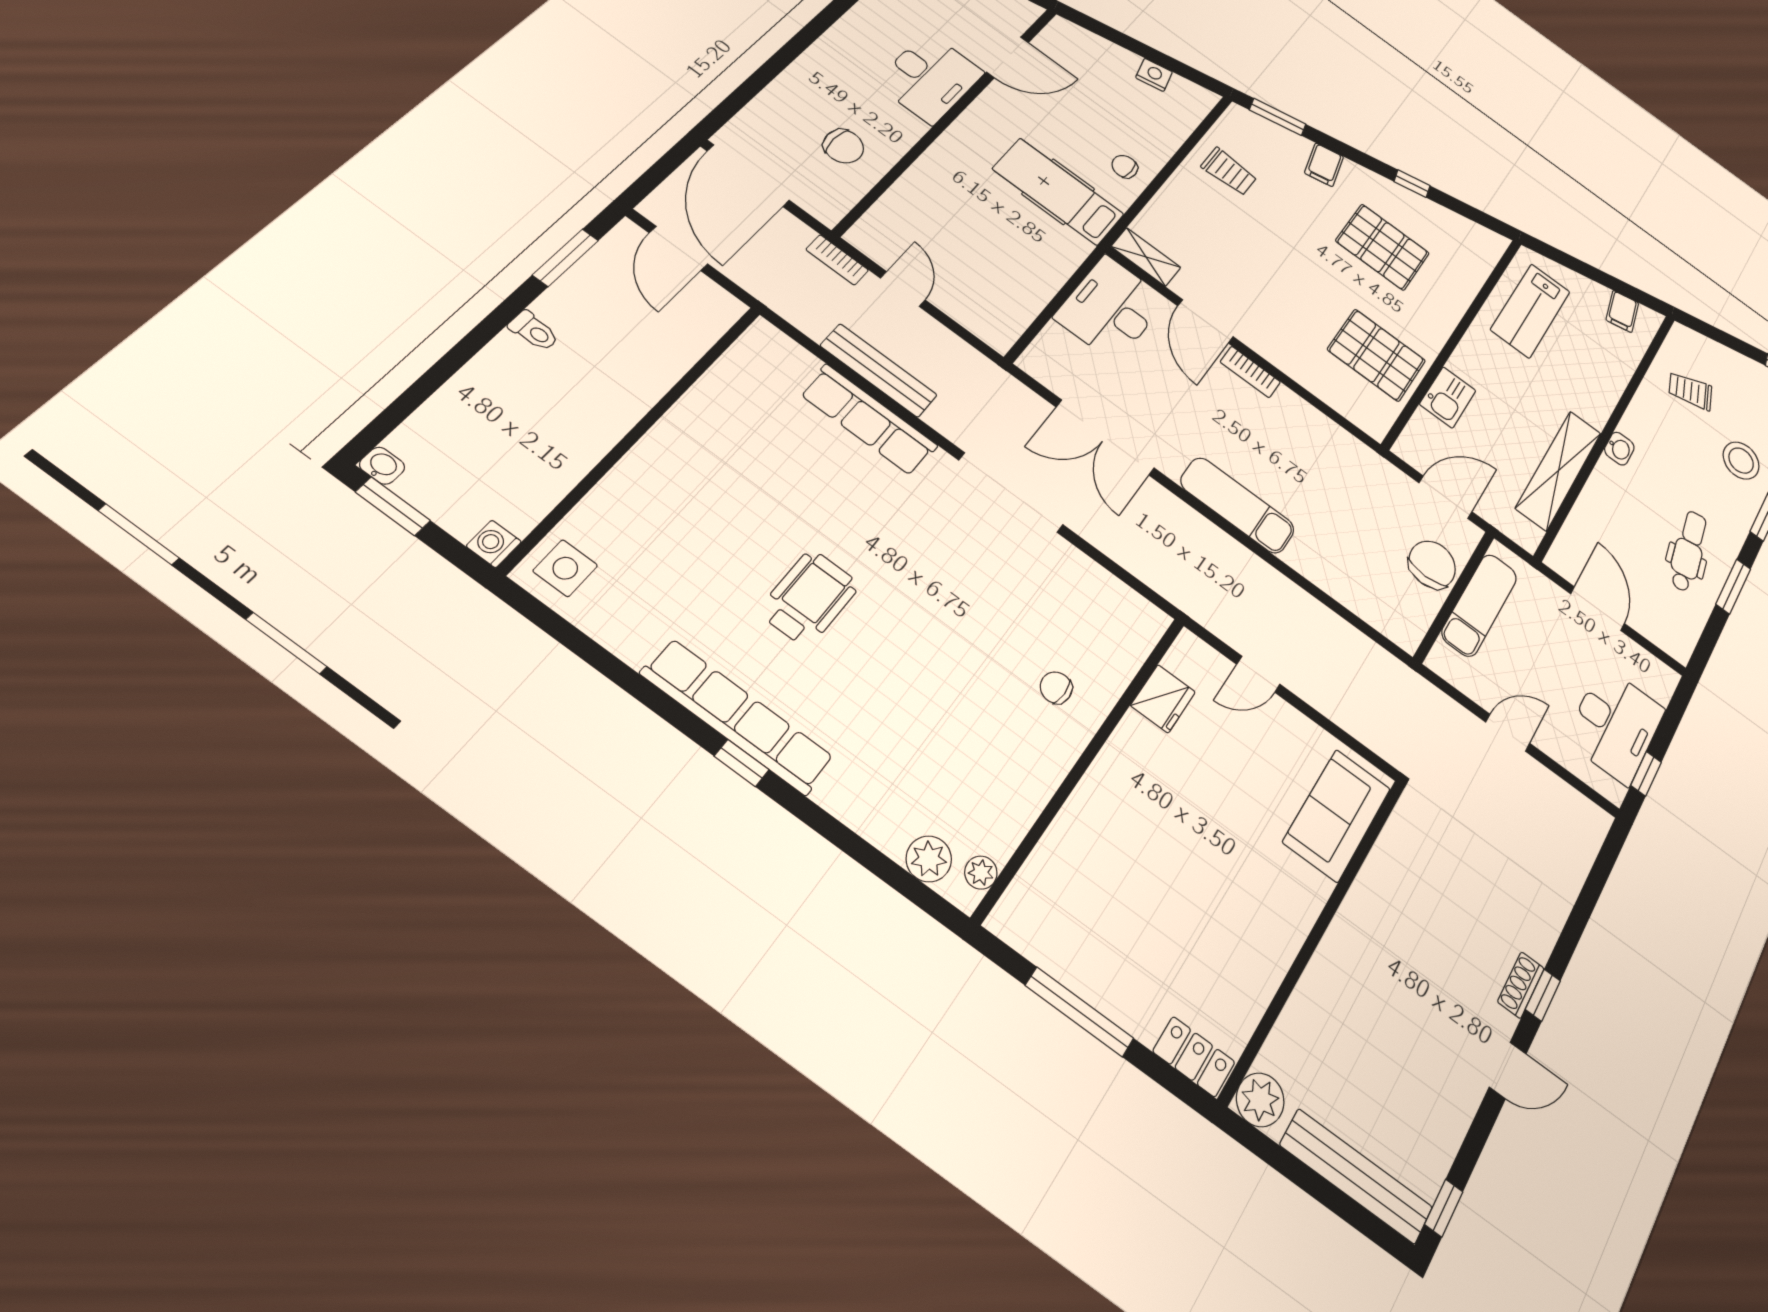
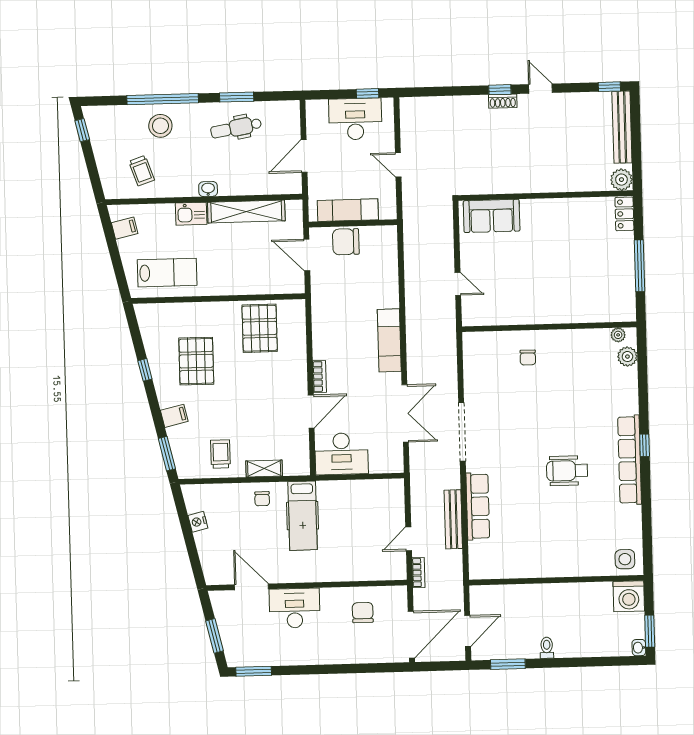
shelving: (1146, 257) -> (264, 469), moved, turned 90
kitchen sink: (1448, 397) -> (191, 214), moved, turned 180
washing machine: (494, 544) -> (629, 596), width x1.89, depth x1.89
fridge: (1163, 699) -> (499, 314), removed

